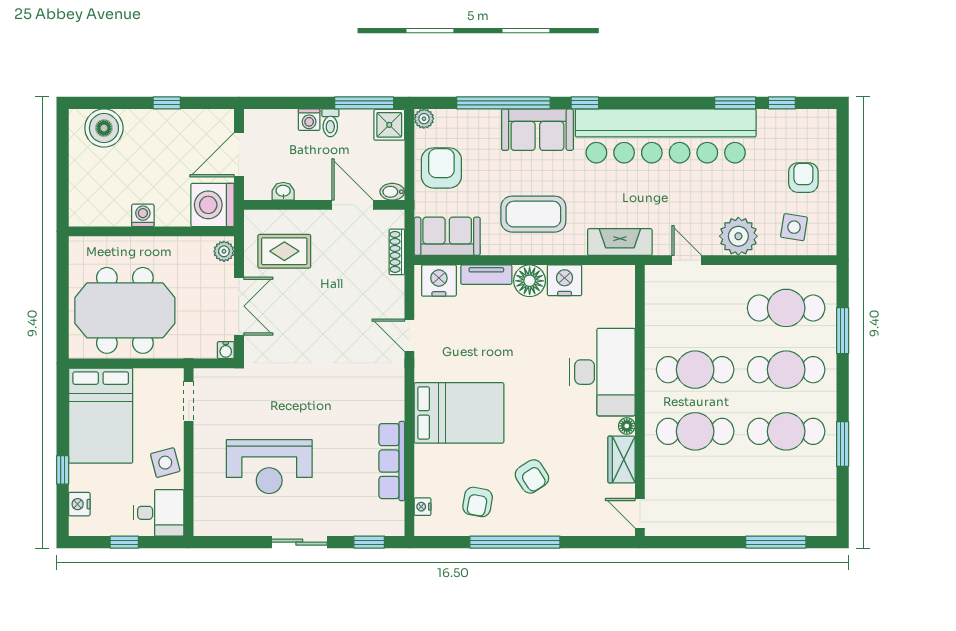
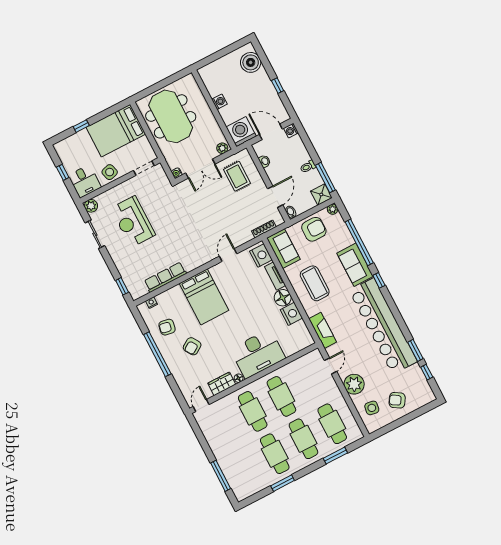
washing machine: (309, 120) -> (291, 131), moved
armchair: (803, 178) -> (397, 400), turned -148
nightstand: (79, 504) -> (69, 142), removed
plant: (206, 524) -> (91, 206), added
sliding door: (299, 542) -> (95, 234), moved

